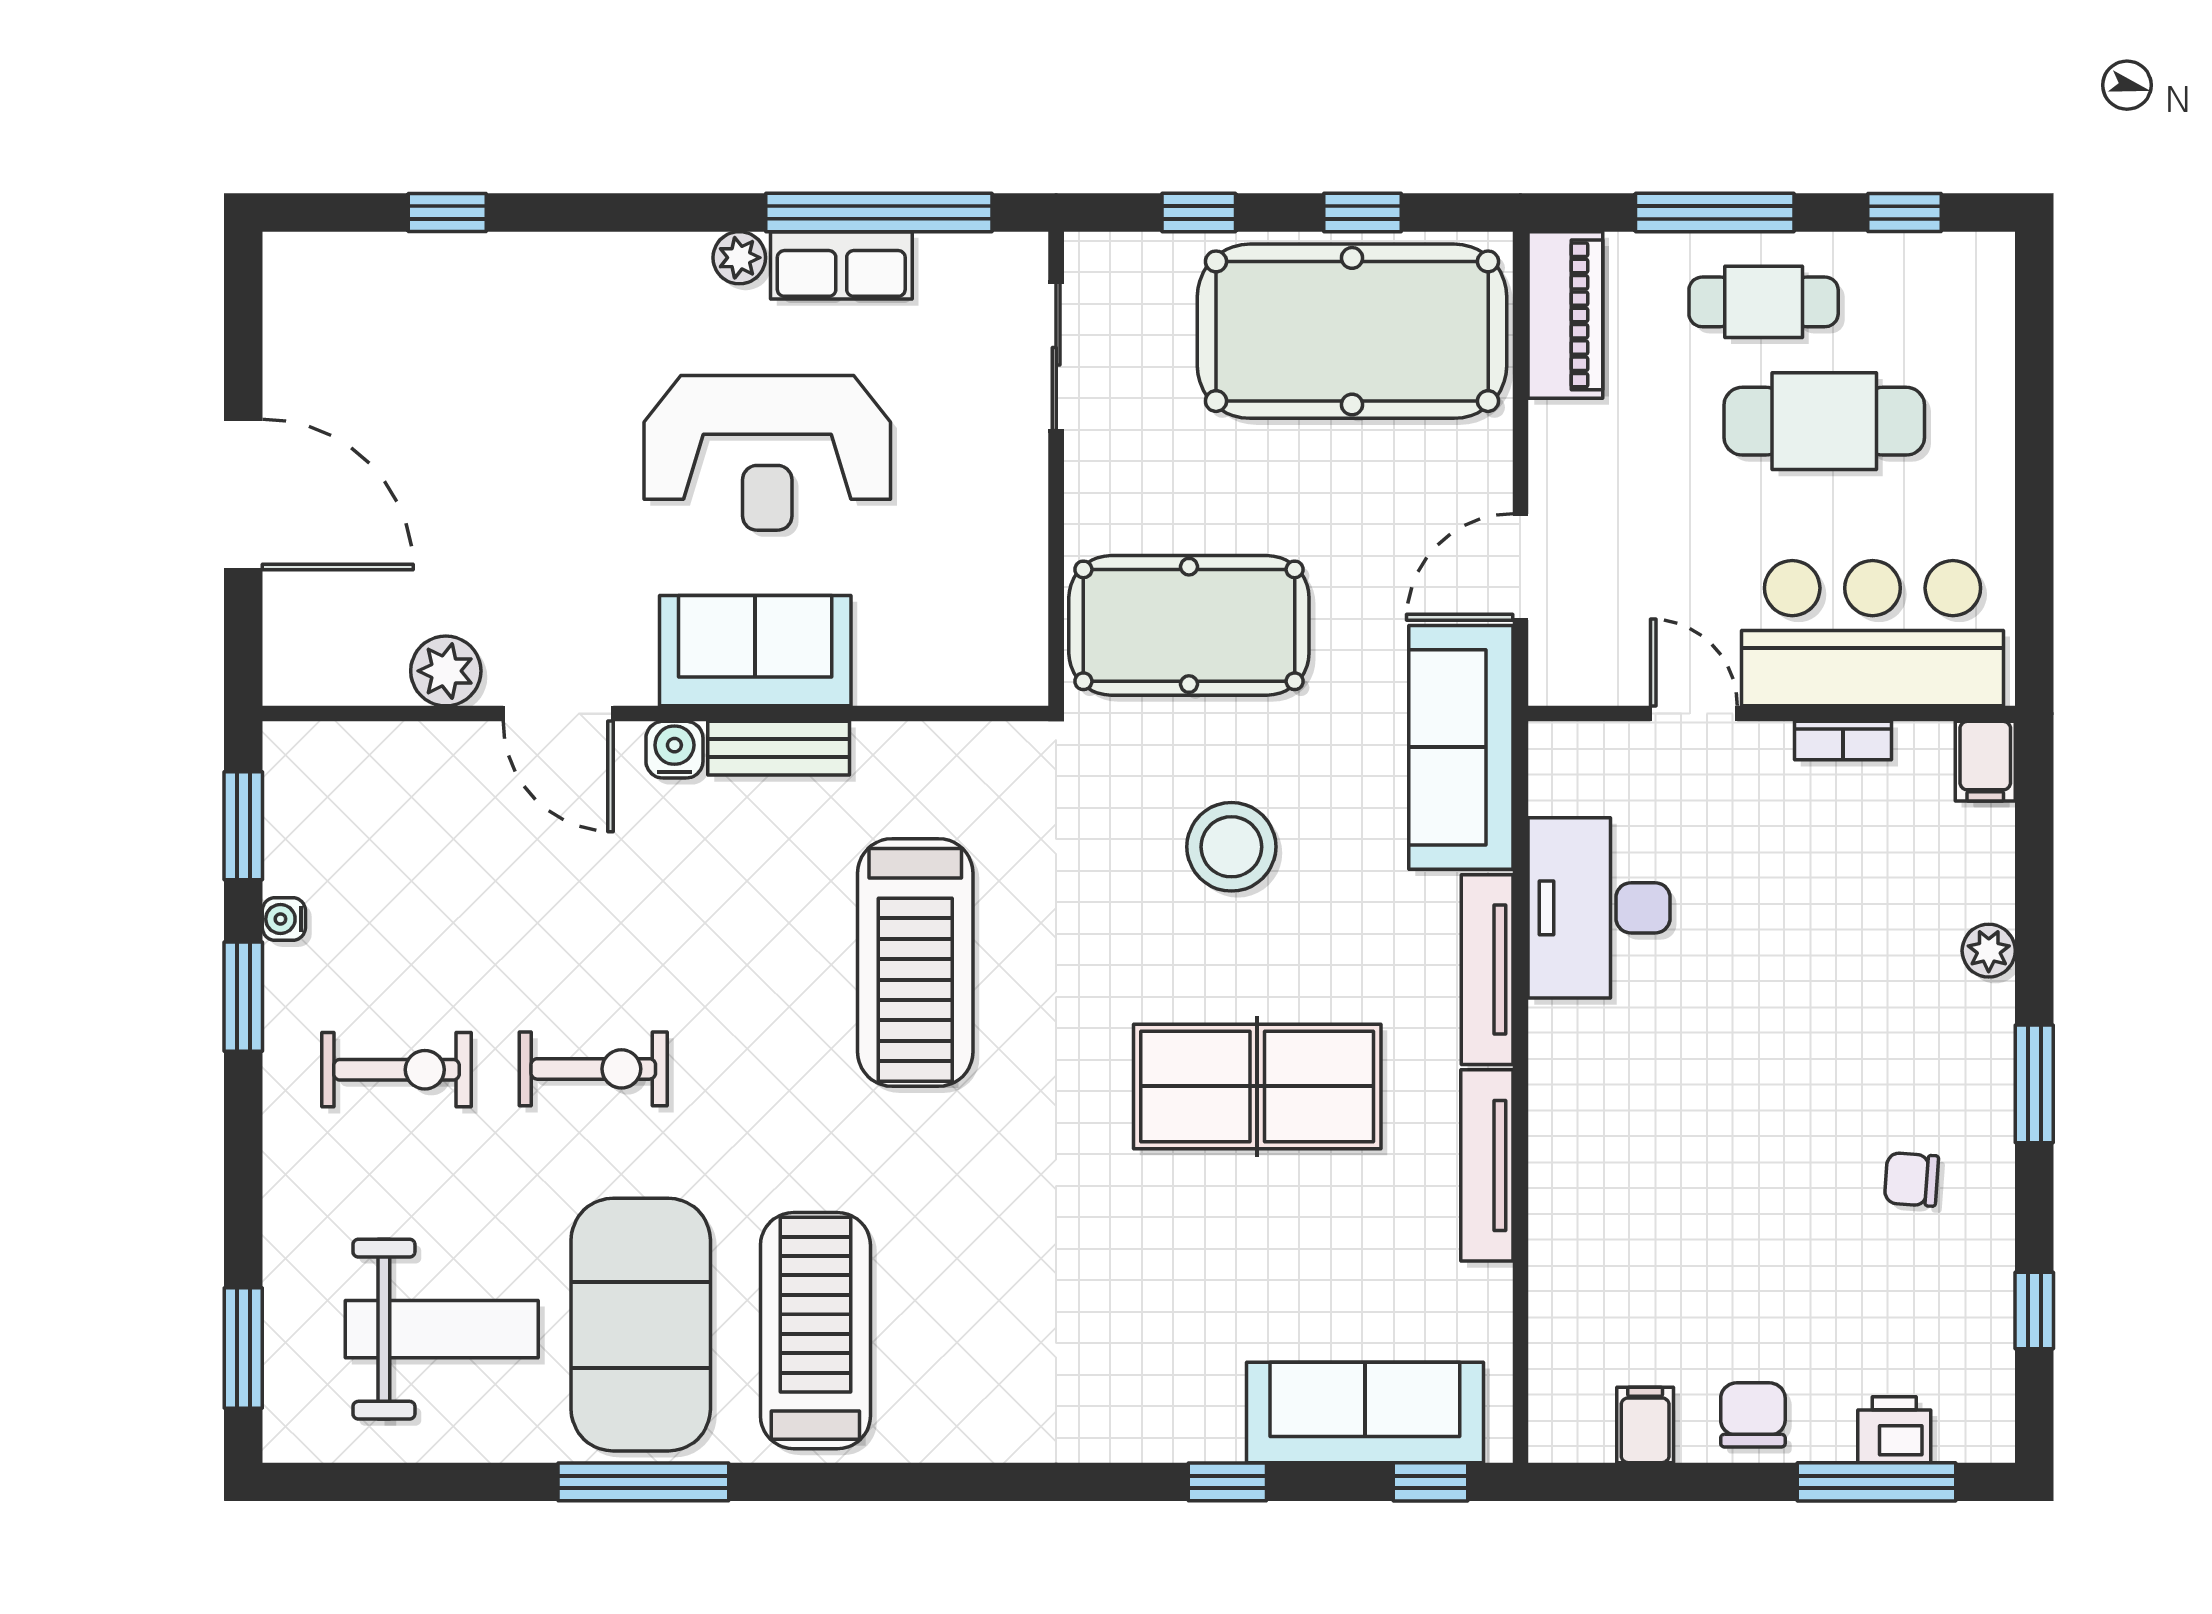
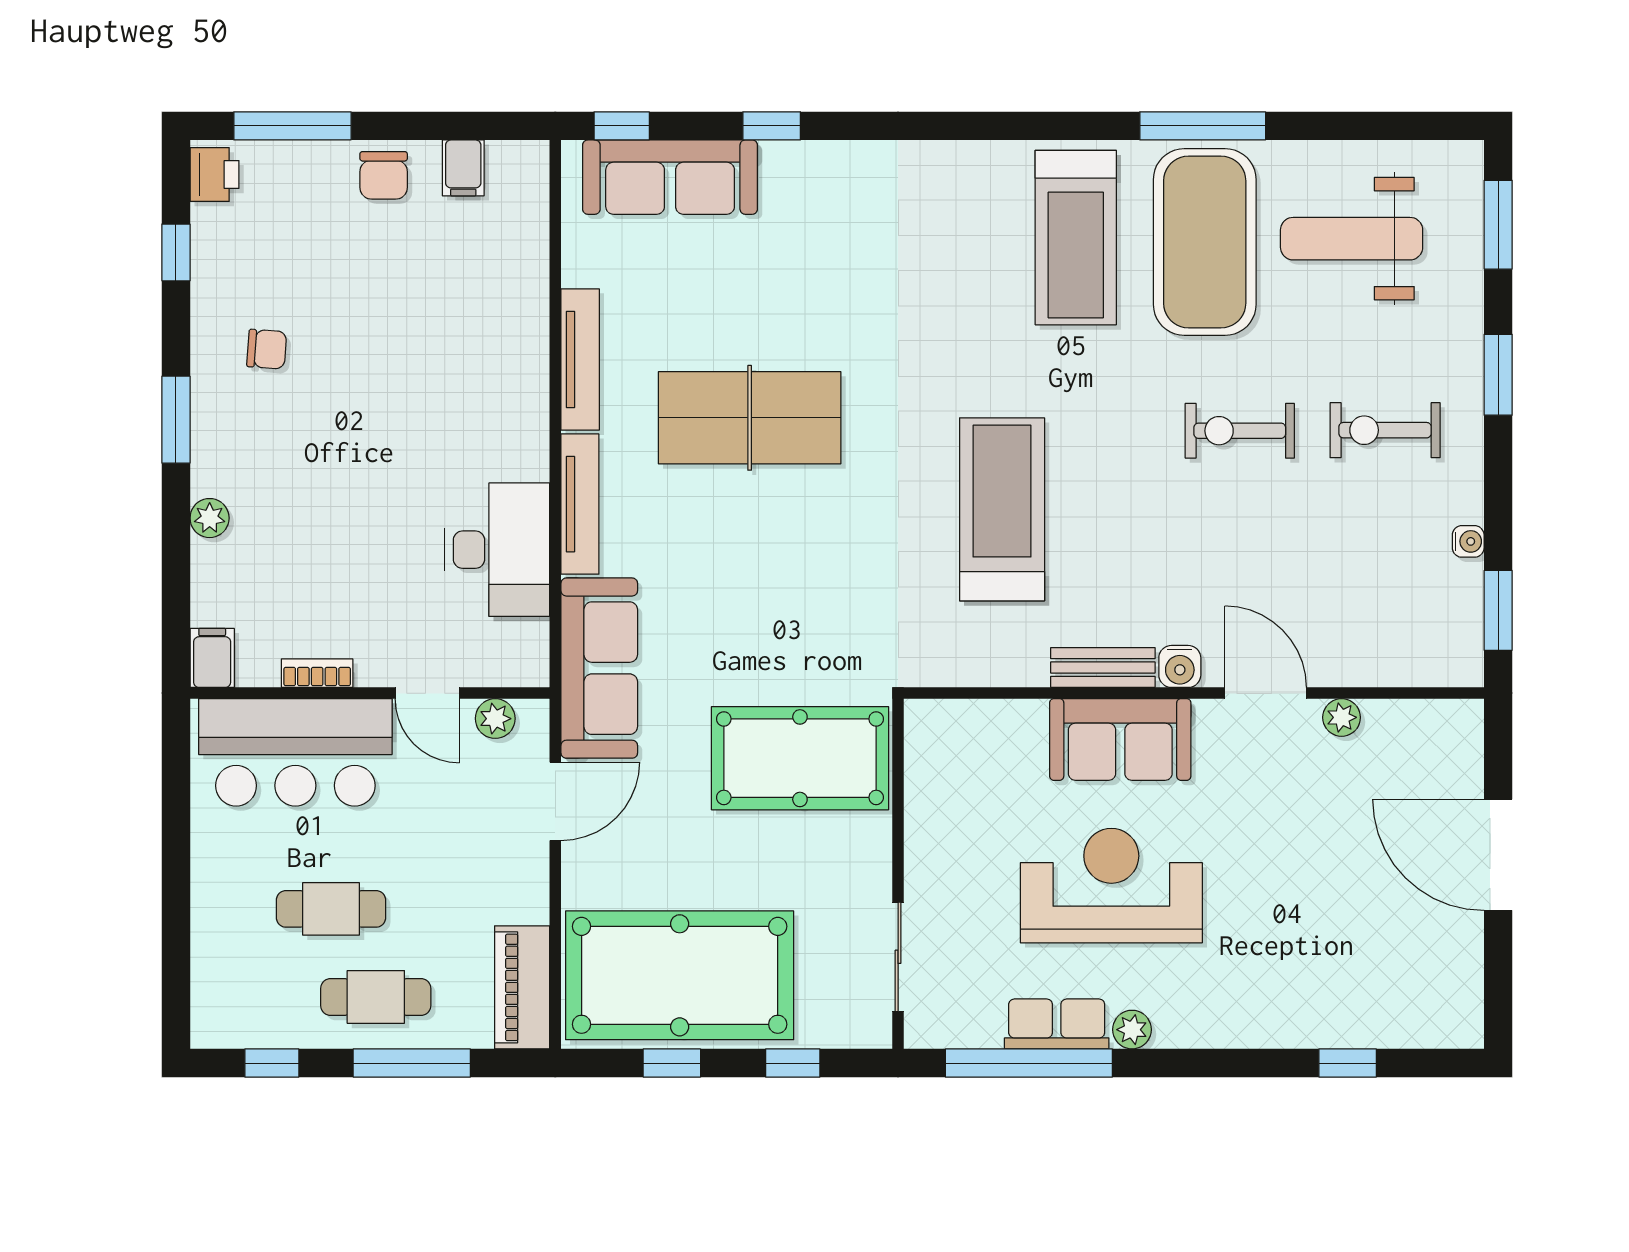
cafe table: (1824, 421) -> (331, 909), width x0.73, depth x0.74
plant: (446, 671) -> (1342, 717), width x0.73, depth x0.73
plant: (1602, 679) -> (495, 719), added
stool: (1231, 847) -> (769, 595), removed
window: (243, 997) -> (1498, 375), moved
printer: (1894, 1430) -> (214, 174), moved, turned -90

